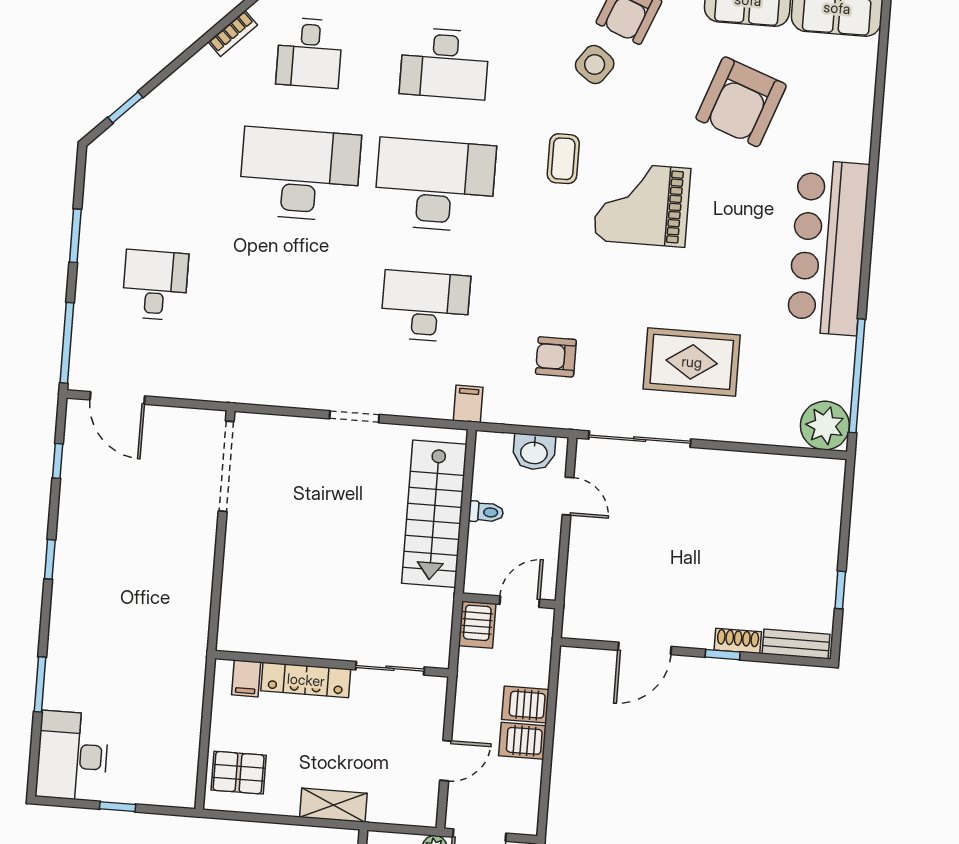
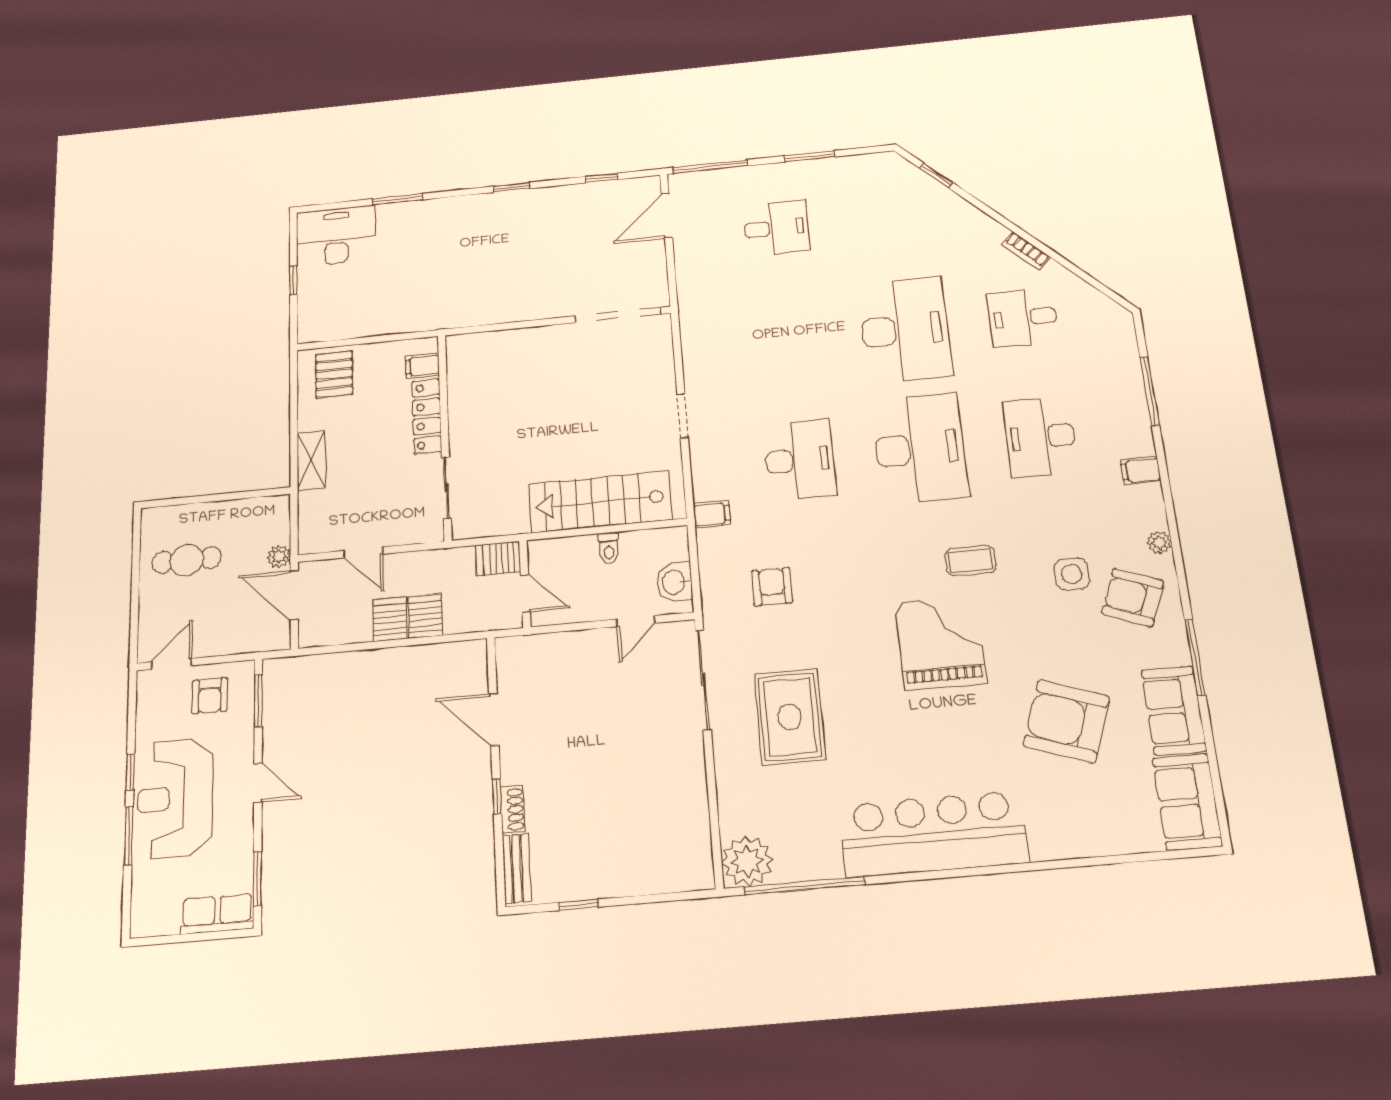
side table: (595, 64) -> (1072, 574), turned -36

